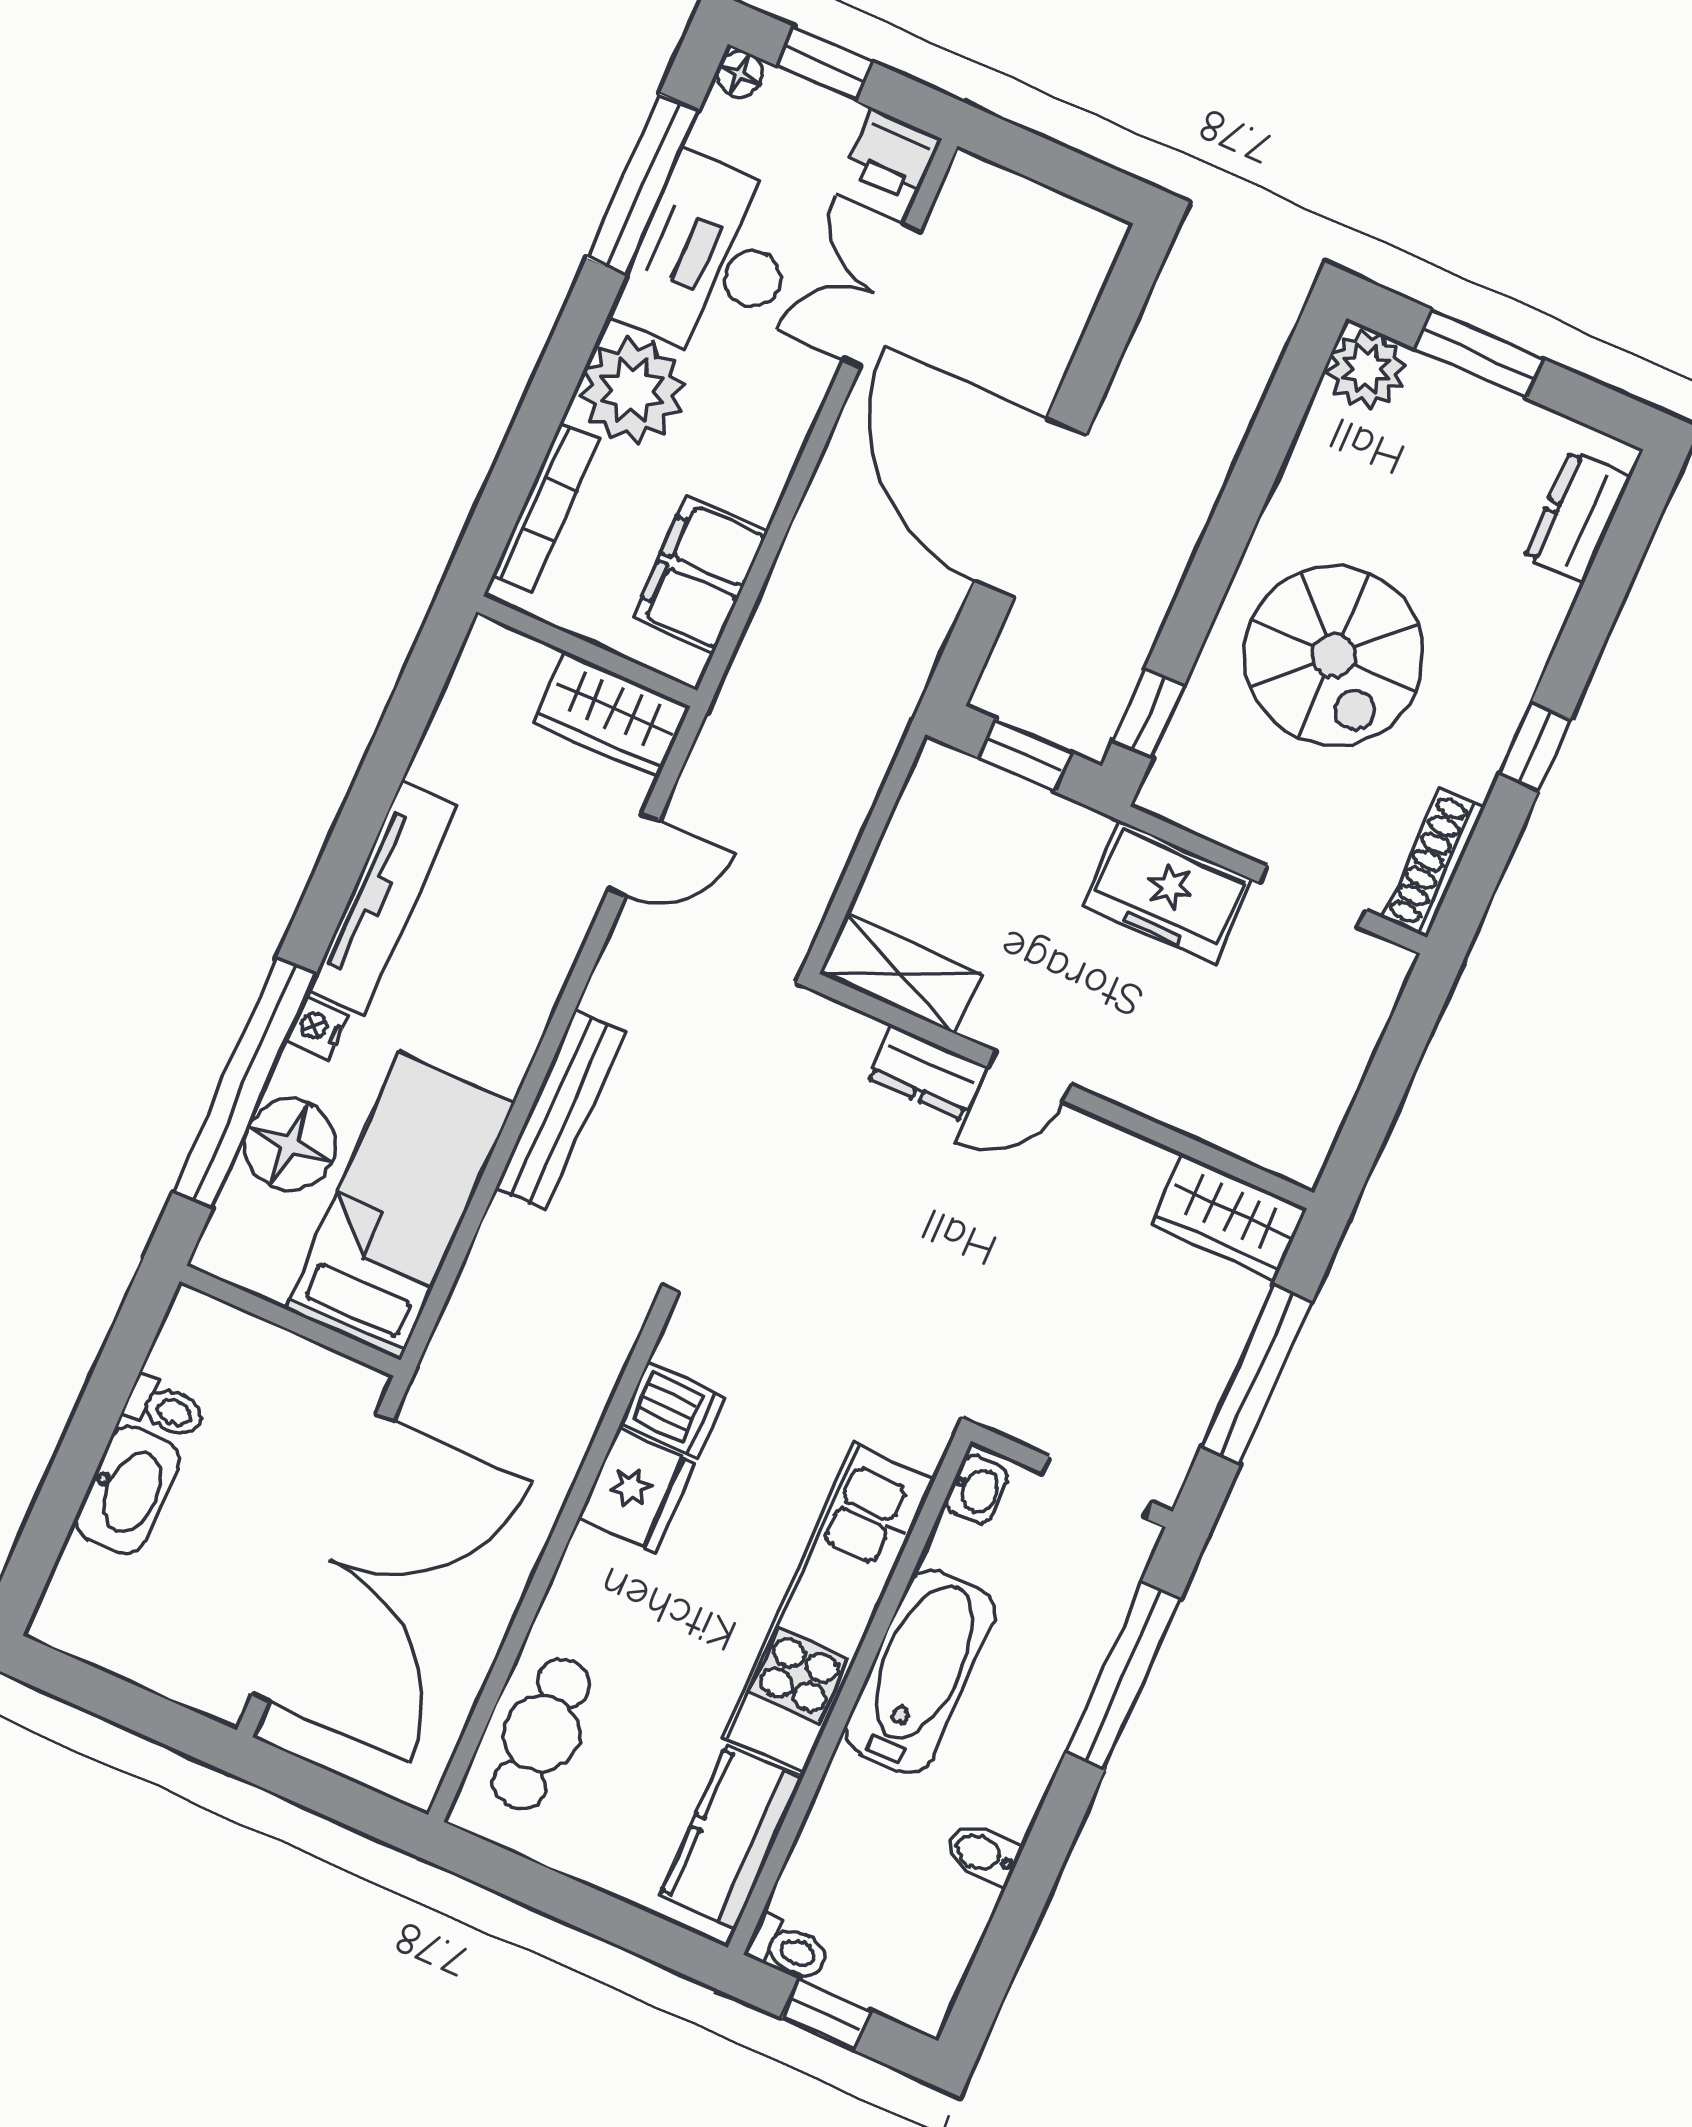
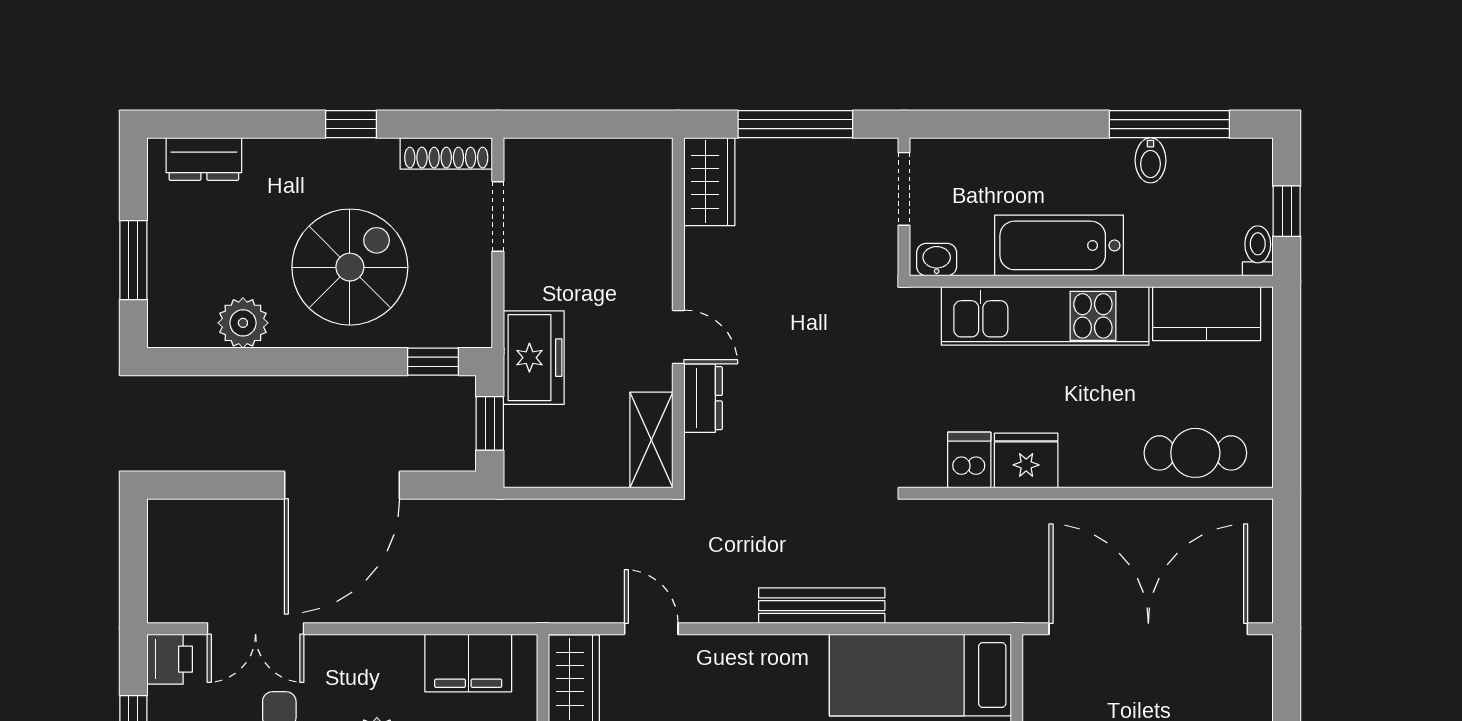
plant: (1366, 369) -> (243, 323), moved
freezer: (1167, 893) -> (534, 358), moved
window: (1123, 1676) -> (1169, 124), moved

